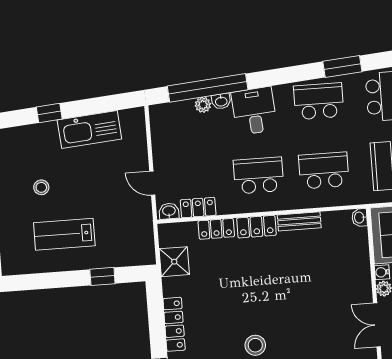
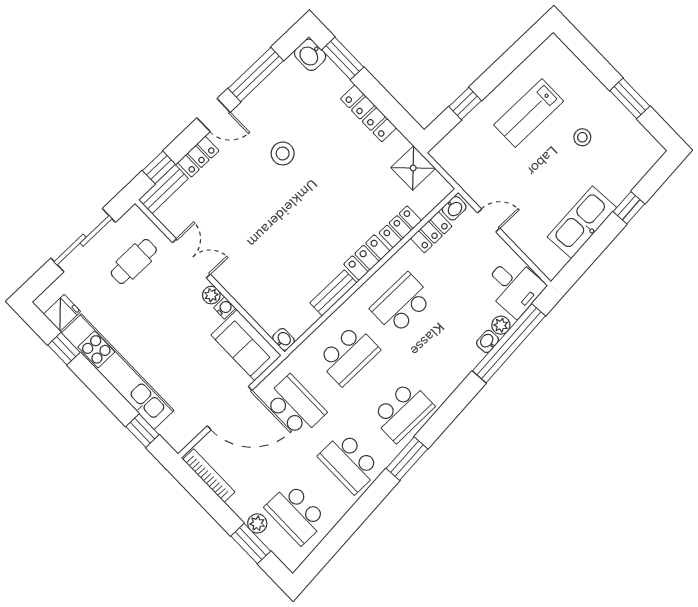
desk: (254, 111) -> (514, 286), moved
school desk: (259, 175) -> (402, 304), turned 180
lab bench: (64, 234) -> (529, 113), turned 180

